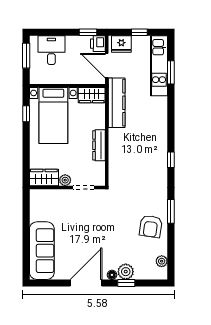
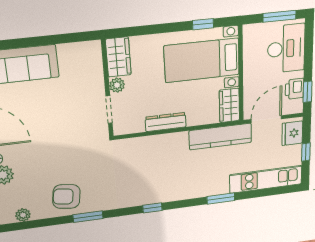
printer: (98, 44) -> (294, 89), moved, turned -90
desk: (51, 50) -> (286, 49), width x1.37
window: (171, 72) -> (221, 199), moved

